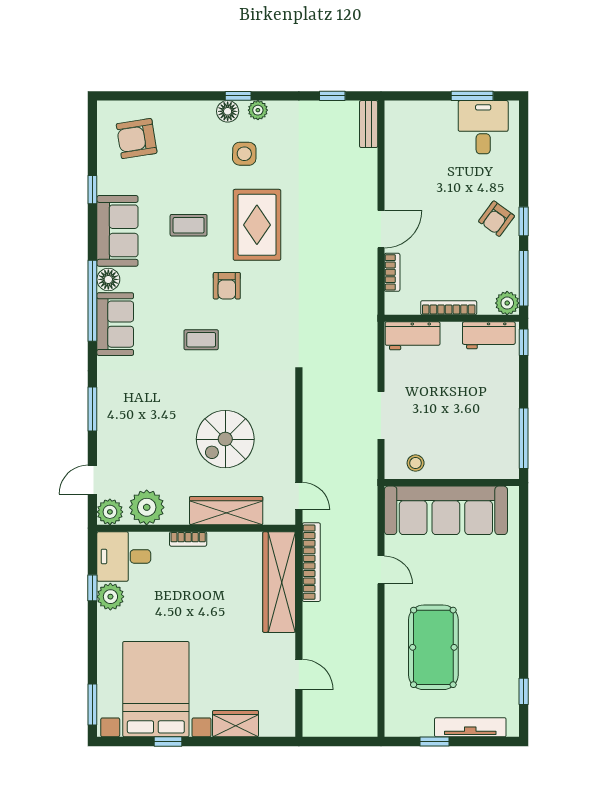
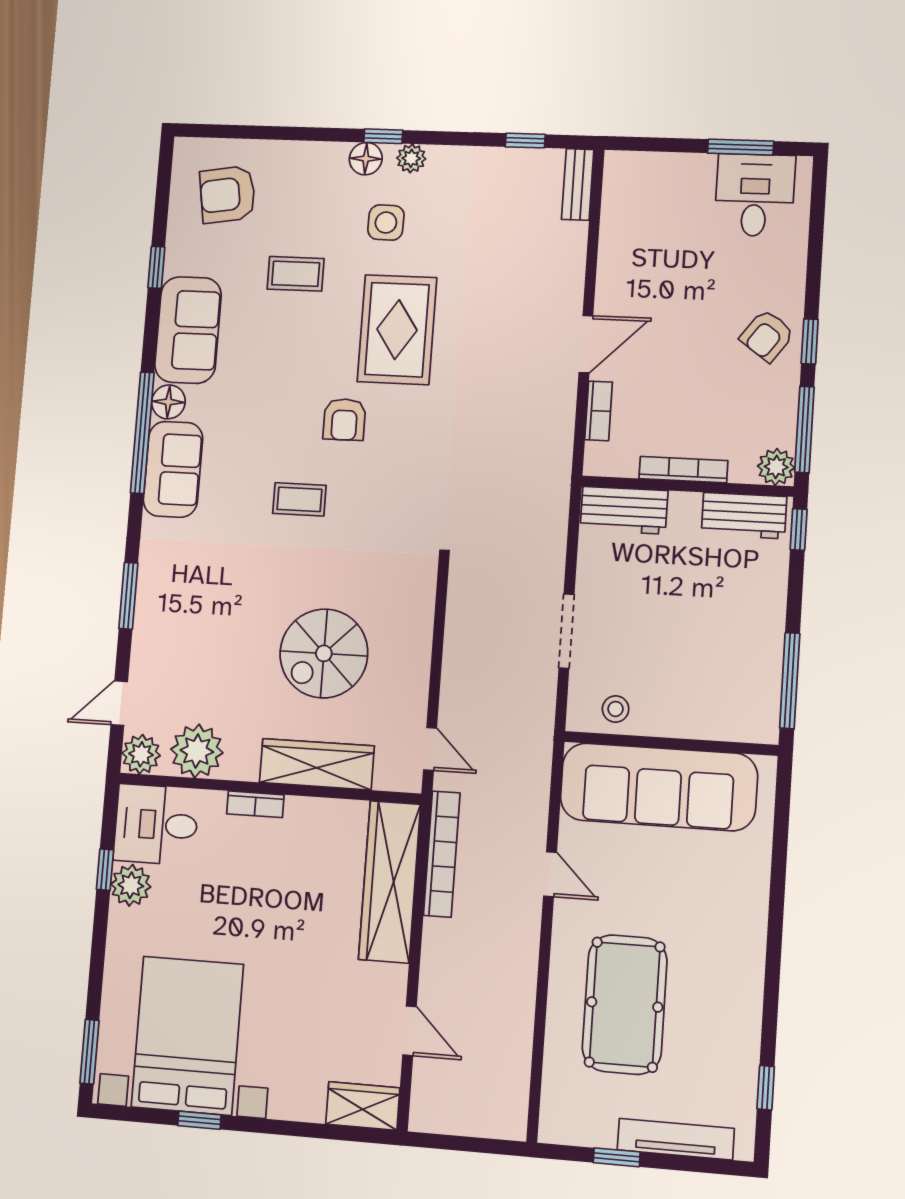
coffee table: (189, 225) -> (296, 274), moved
wardrobe: (236, 724) -> (363, 1106), moved

